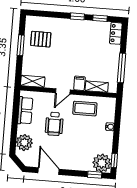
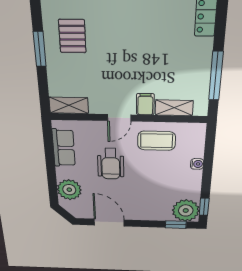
pallet: (41, 39) -> (72, 36), turned 90

